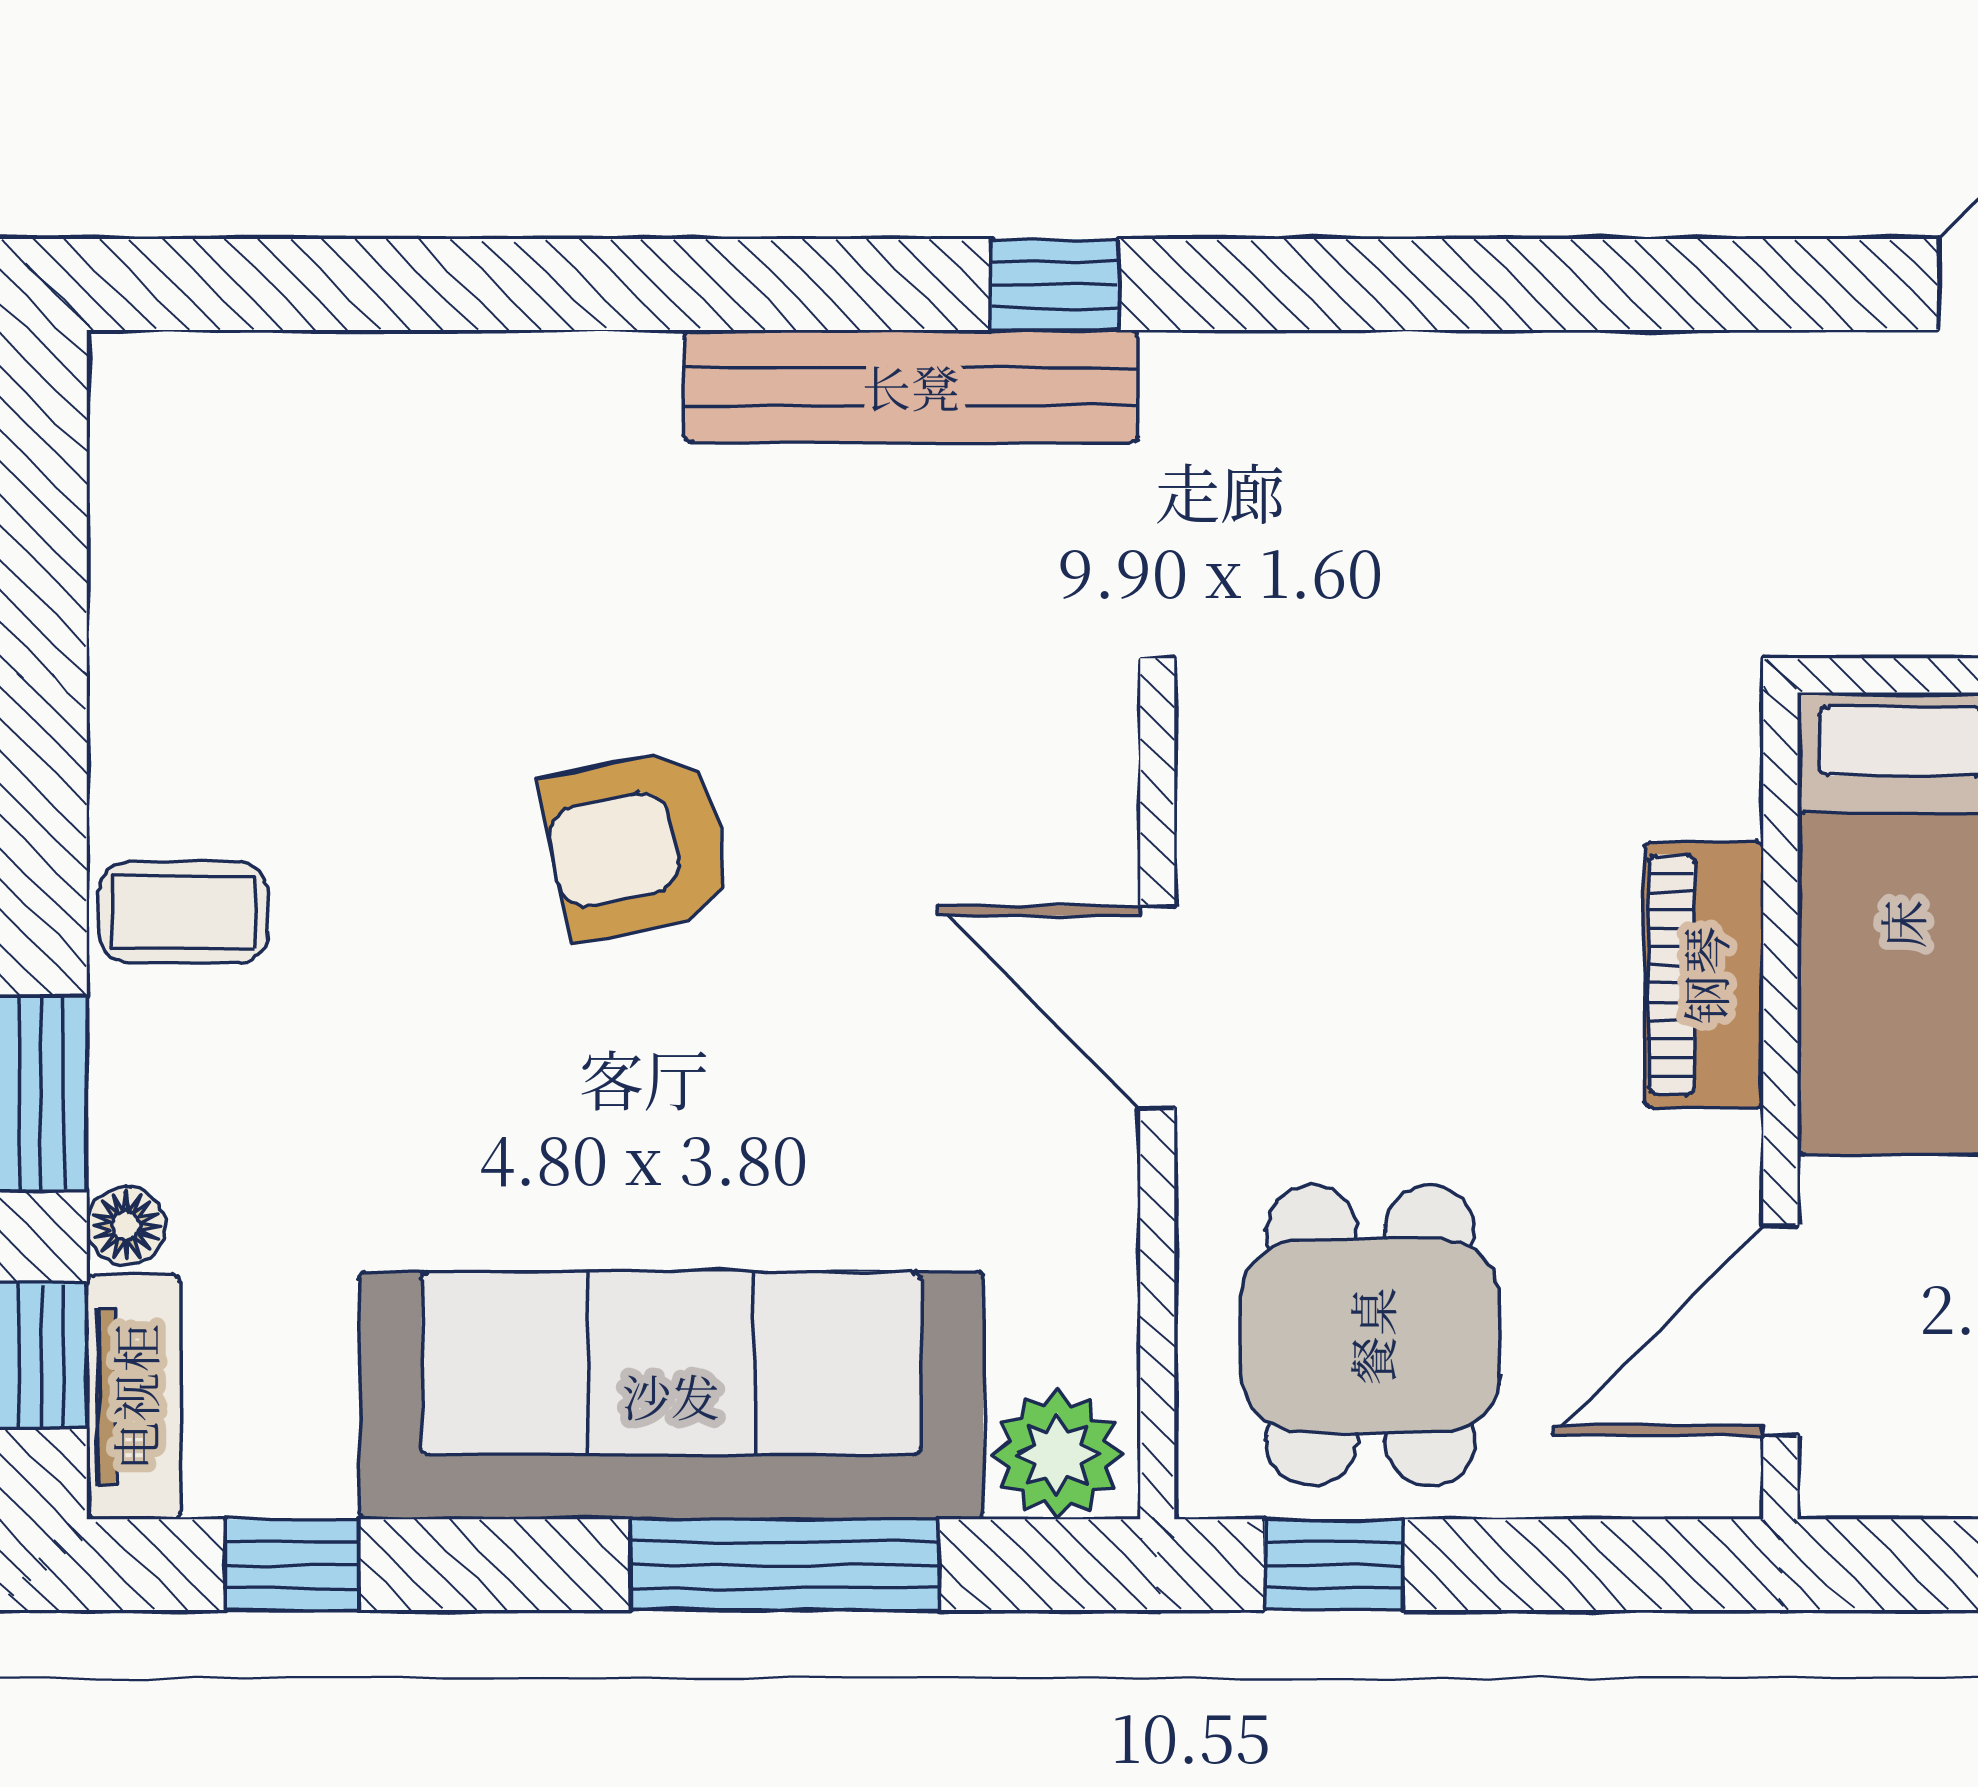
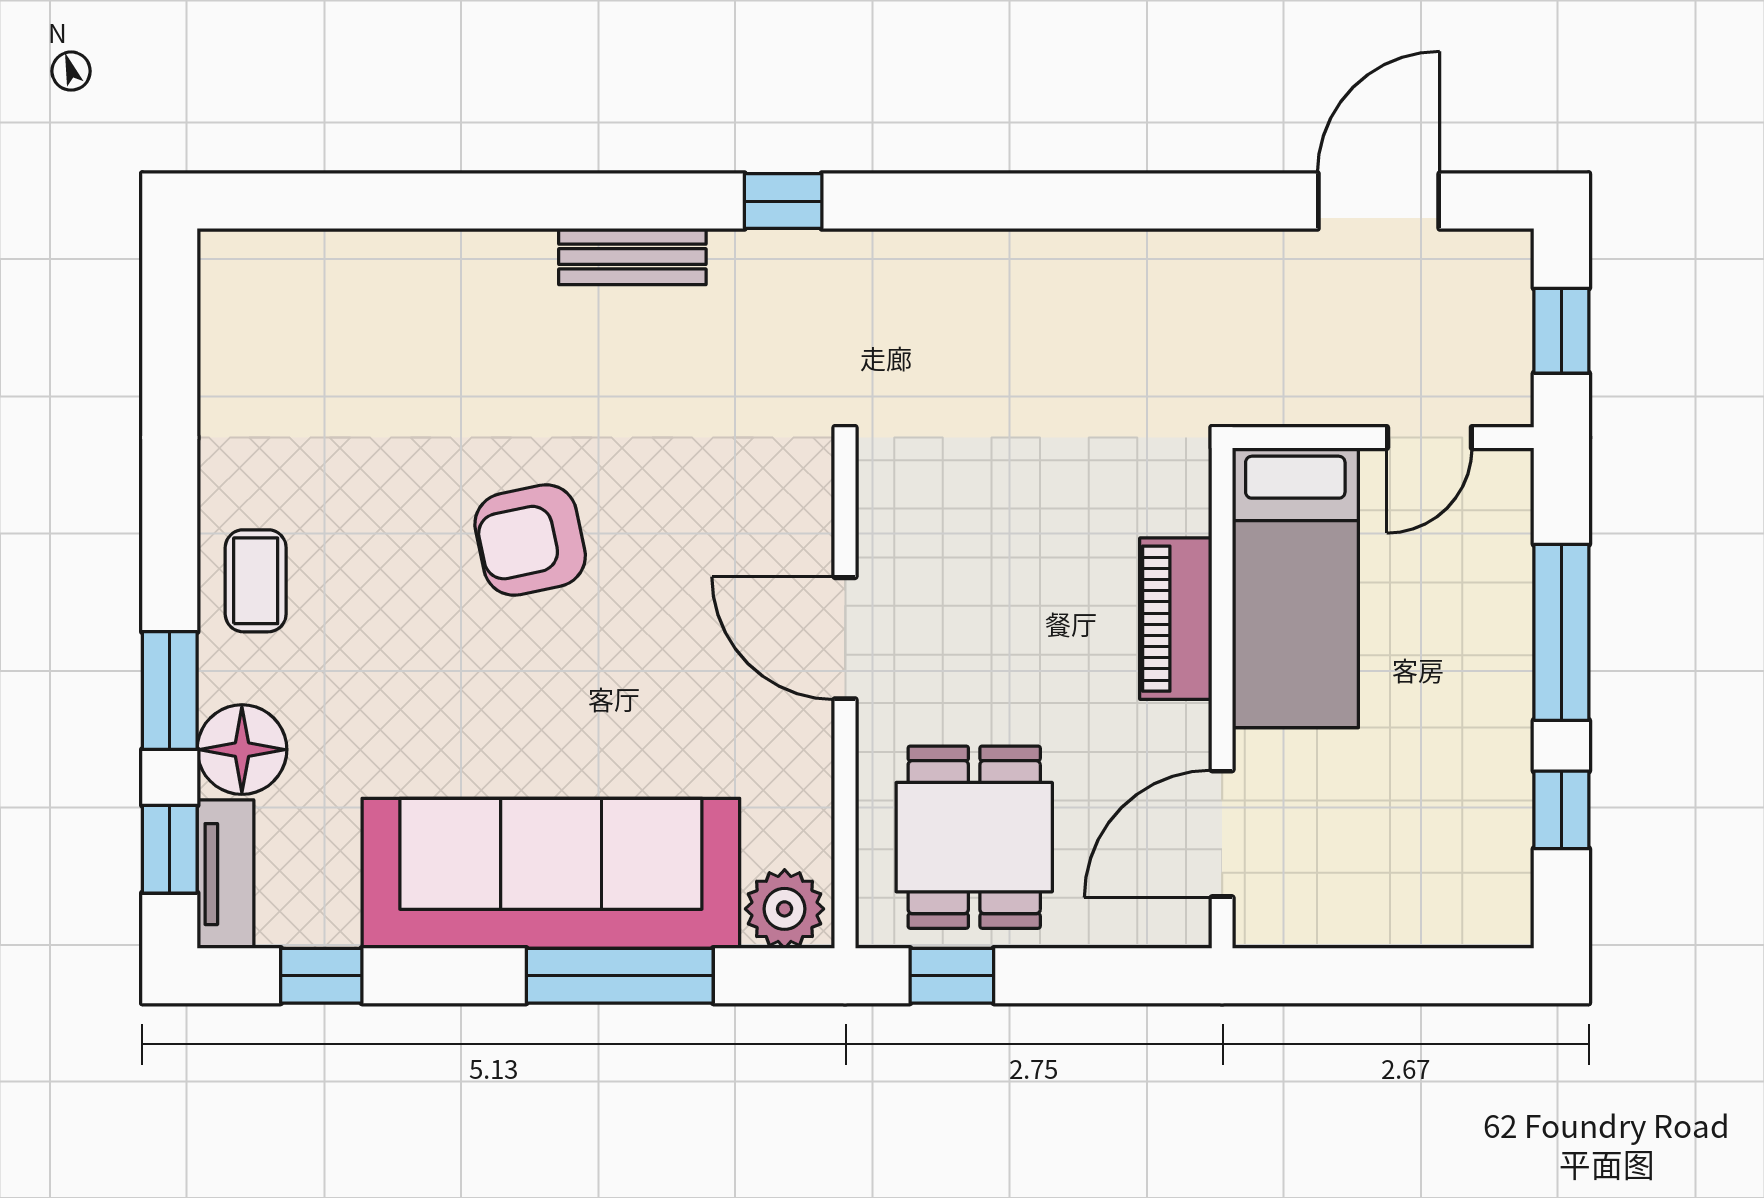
bench: (911, 386) -> (632, 257), width x0.54, depth x0.82
coffee table: (183, 912) -> (256, 581), turned 90
floor lamp: (126, 1226) -> (242, 750), width x1.89, depth x1.89

